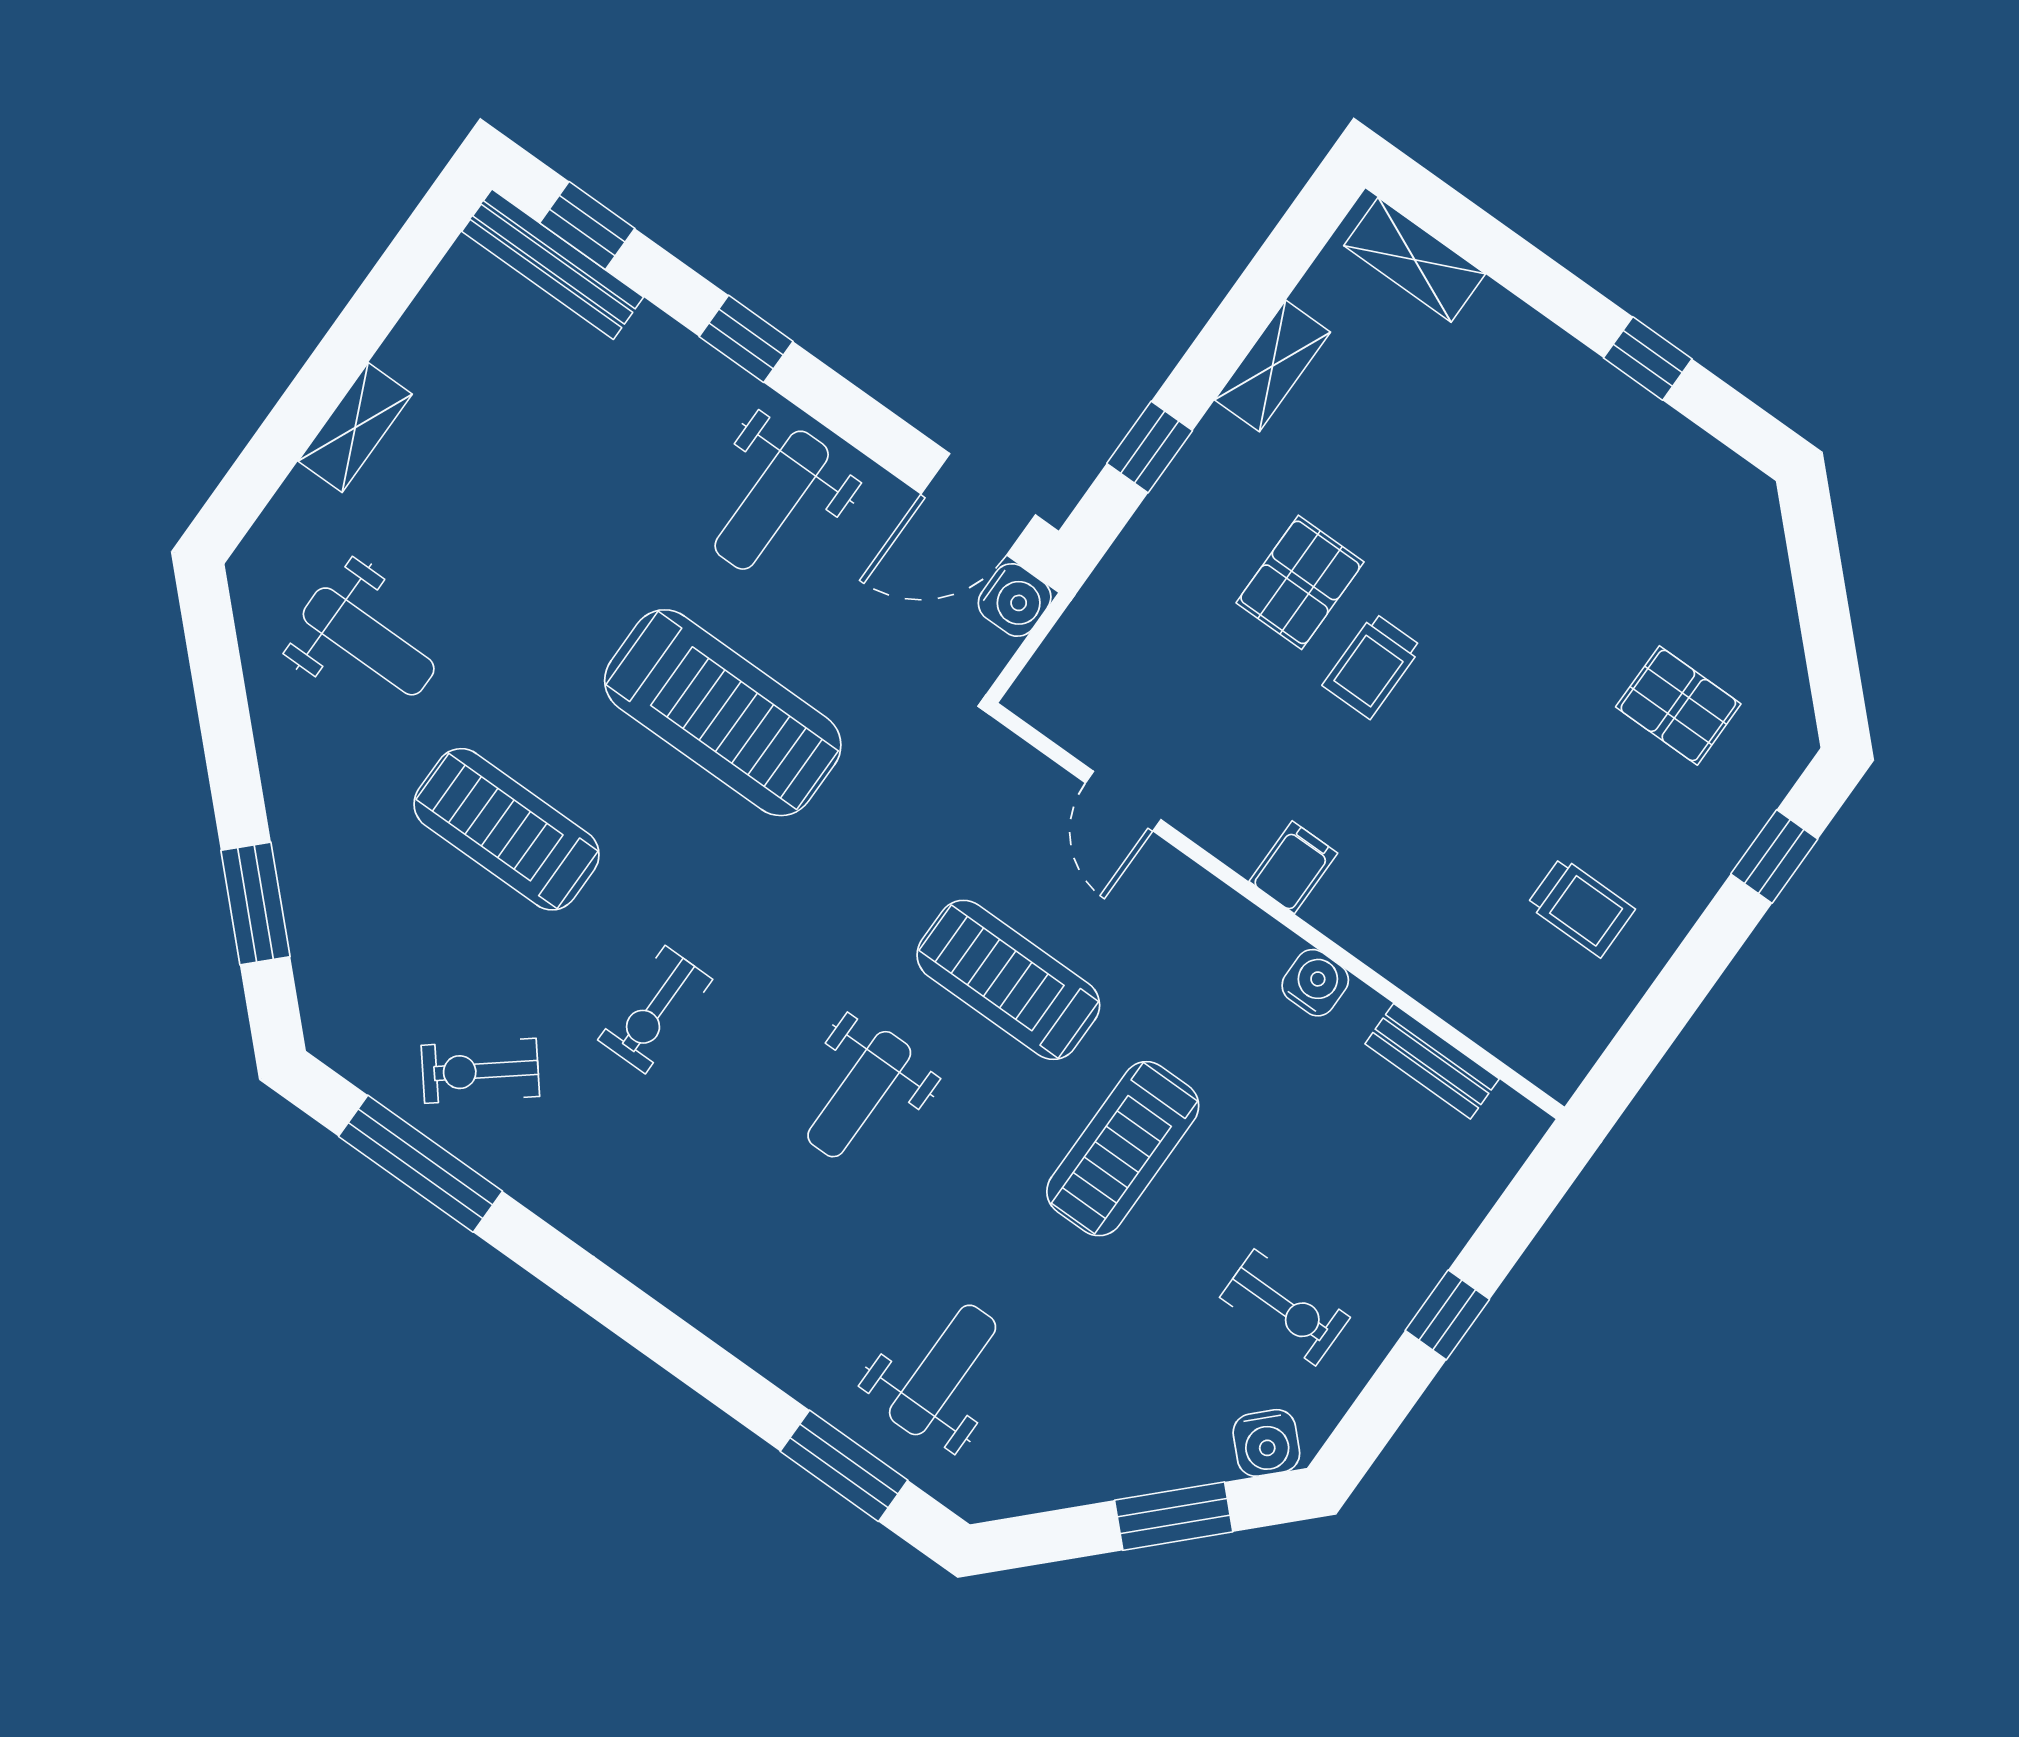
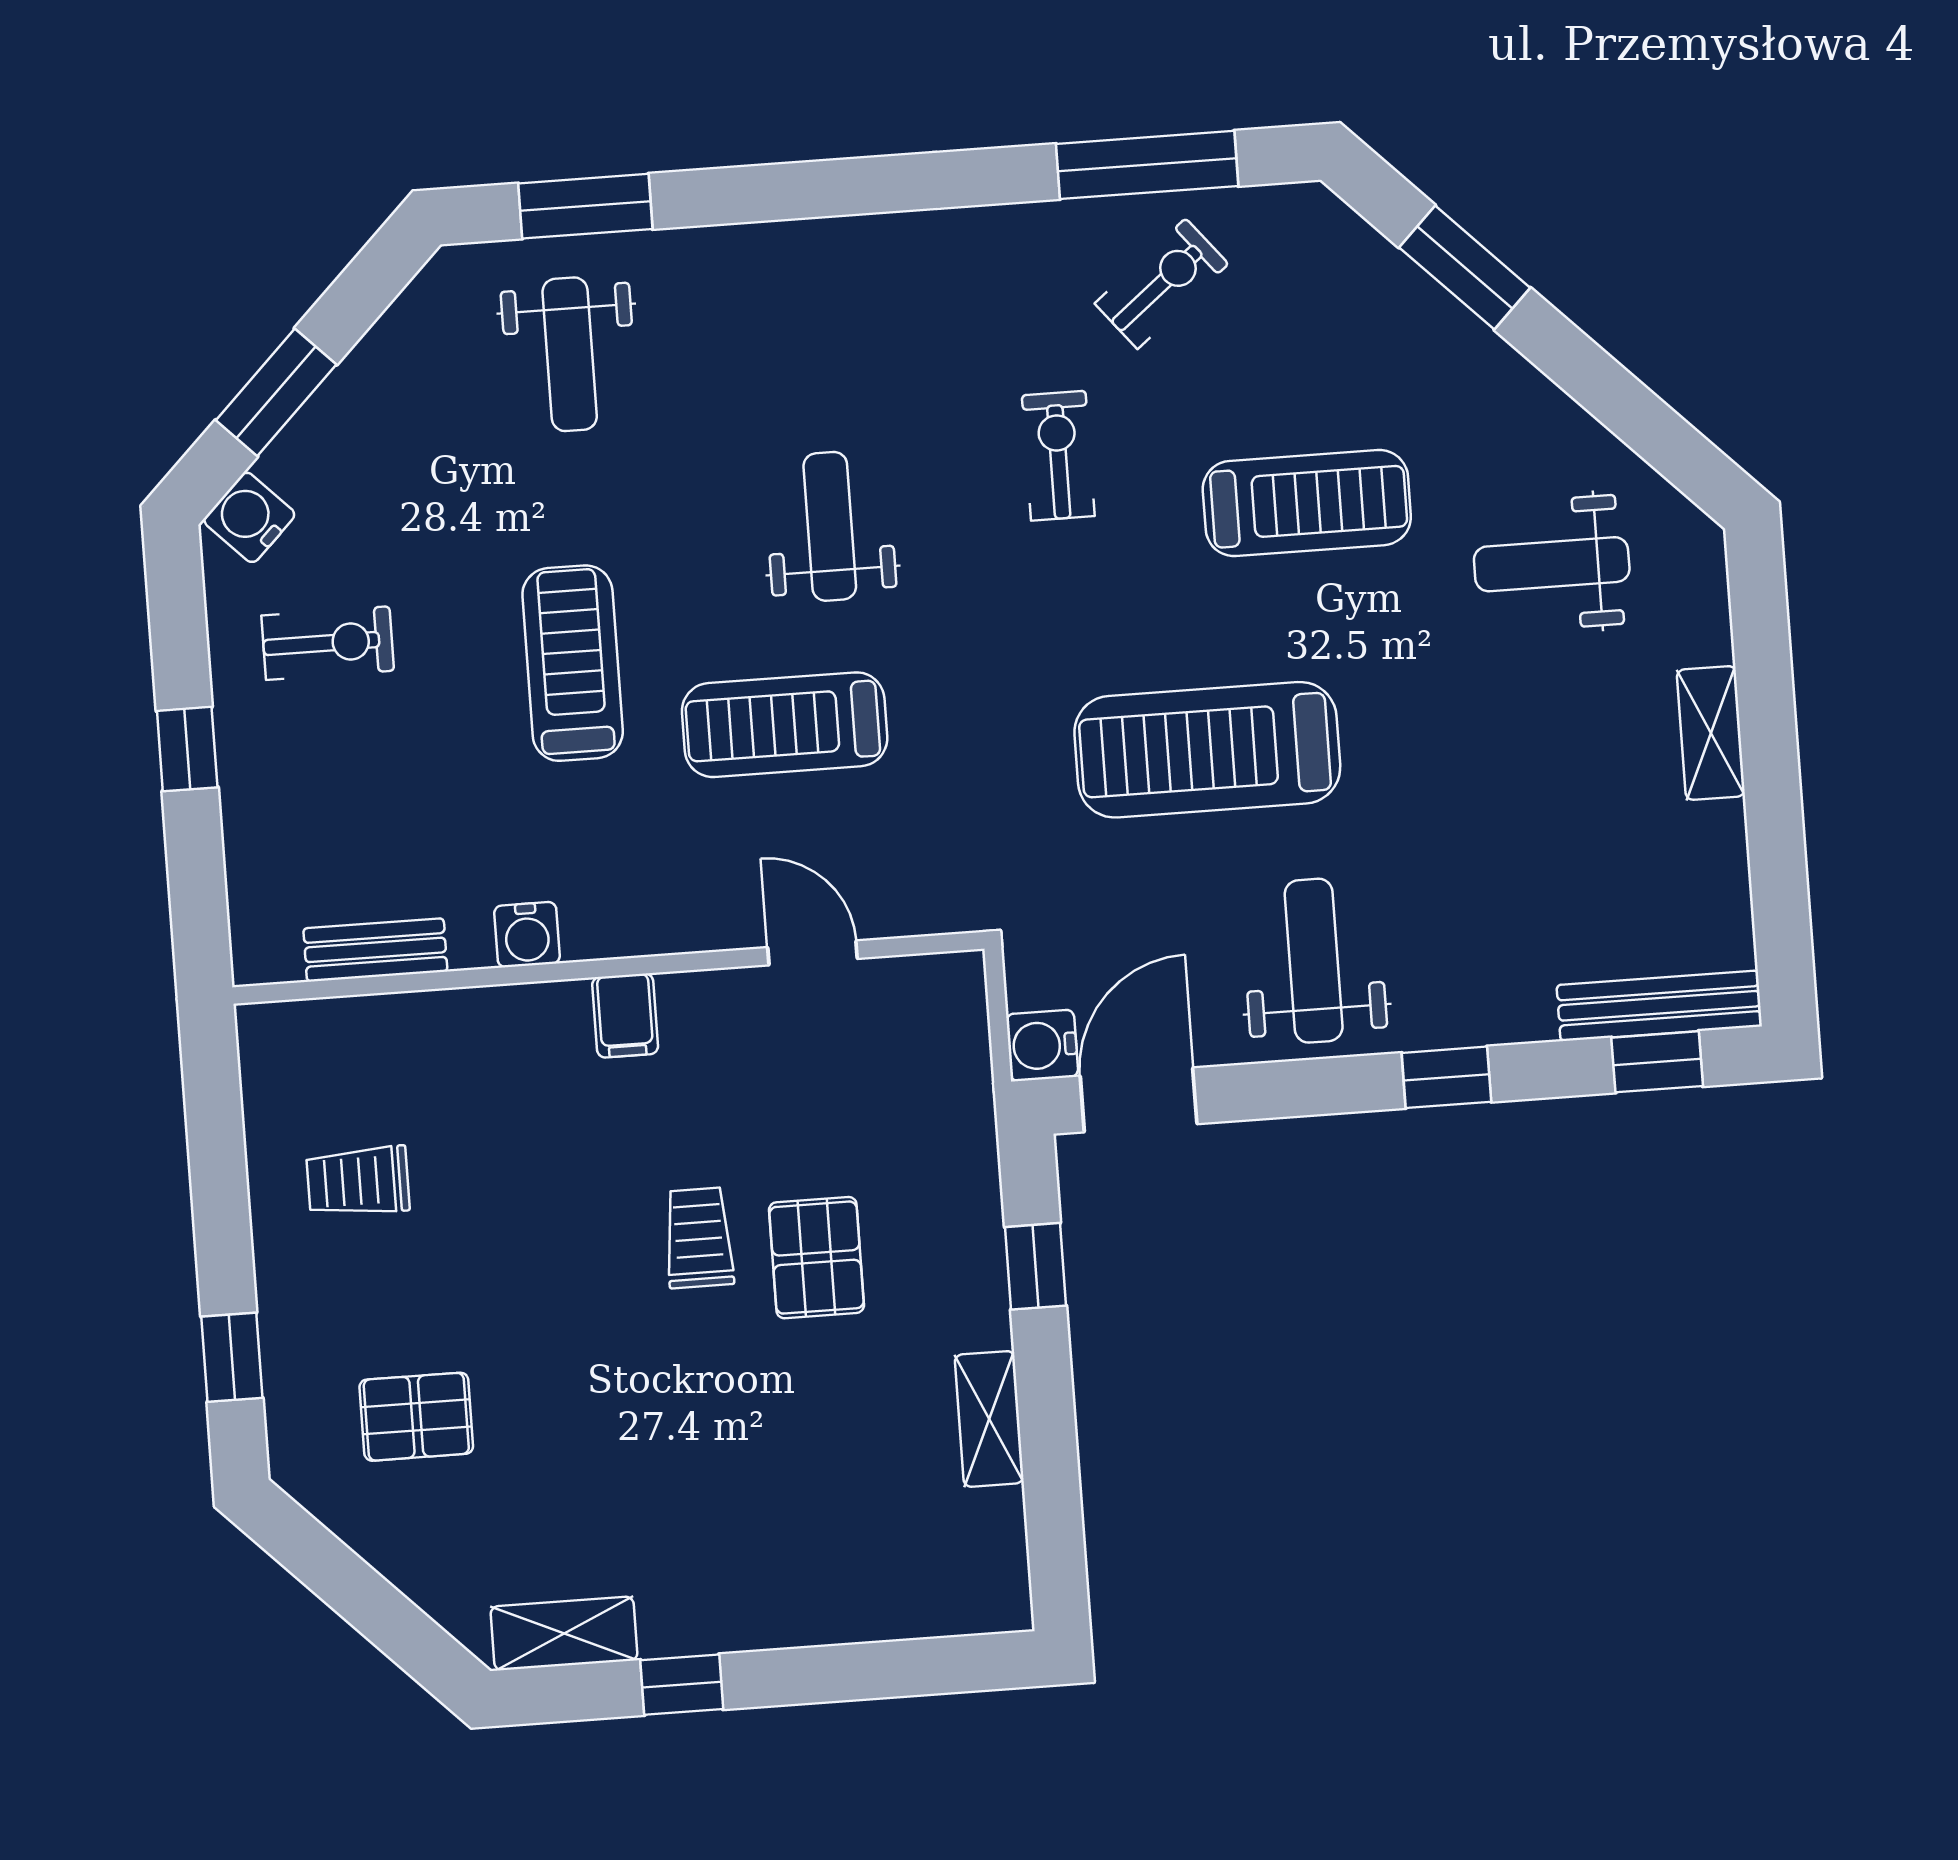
shelving: (1415, 260) -> (564, 1633), moved
treadmill: (1008, 980) -> (785, 725), turned 180
exercise bike: (1285, 1307) -> (328, 643), turned 180

